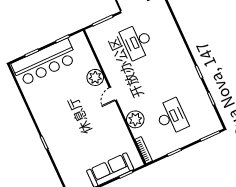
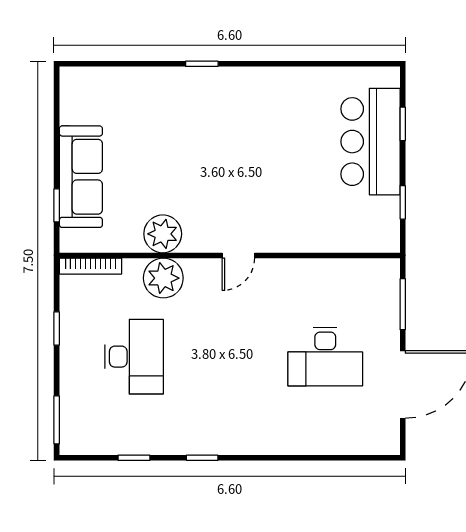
desk: (137, 42) -> (325, 357), turned 180
bar counter: (44, 62) -> (370, 142), width x0.73
plant: (95, 77) -> (163, 234), moved
door: (113, 94) -> (238, 255), swing flipped
desk: (171, 117) -> (134, 357), turned -90

